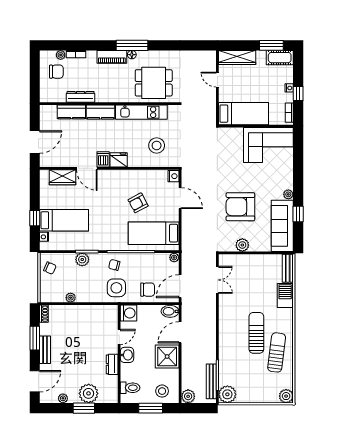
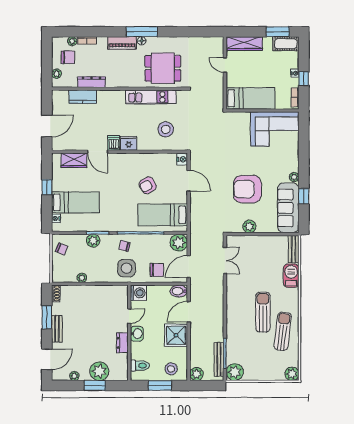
plant: (45, 88) -> (57, 74), added
kitchen counter: (101, 112) -> (111, 97), removed
window: (35, 218) -> (47, 187), moved
plant: (174, 257) -> (179, 243), width x1.88, depth x1.88

